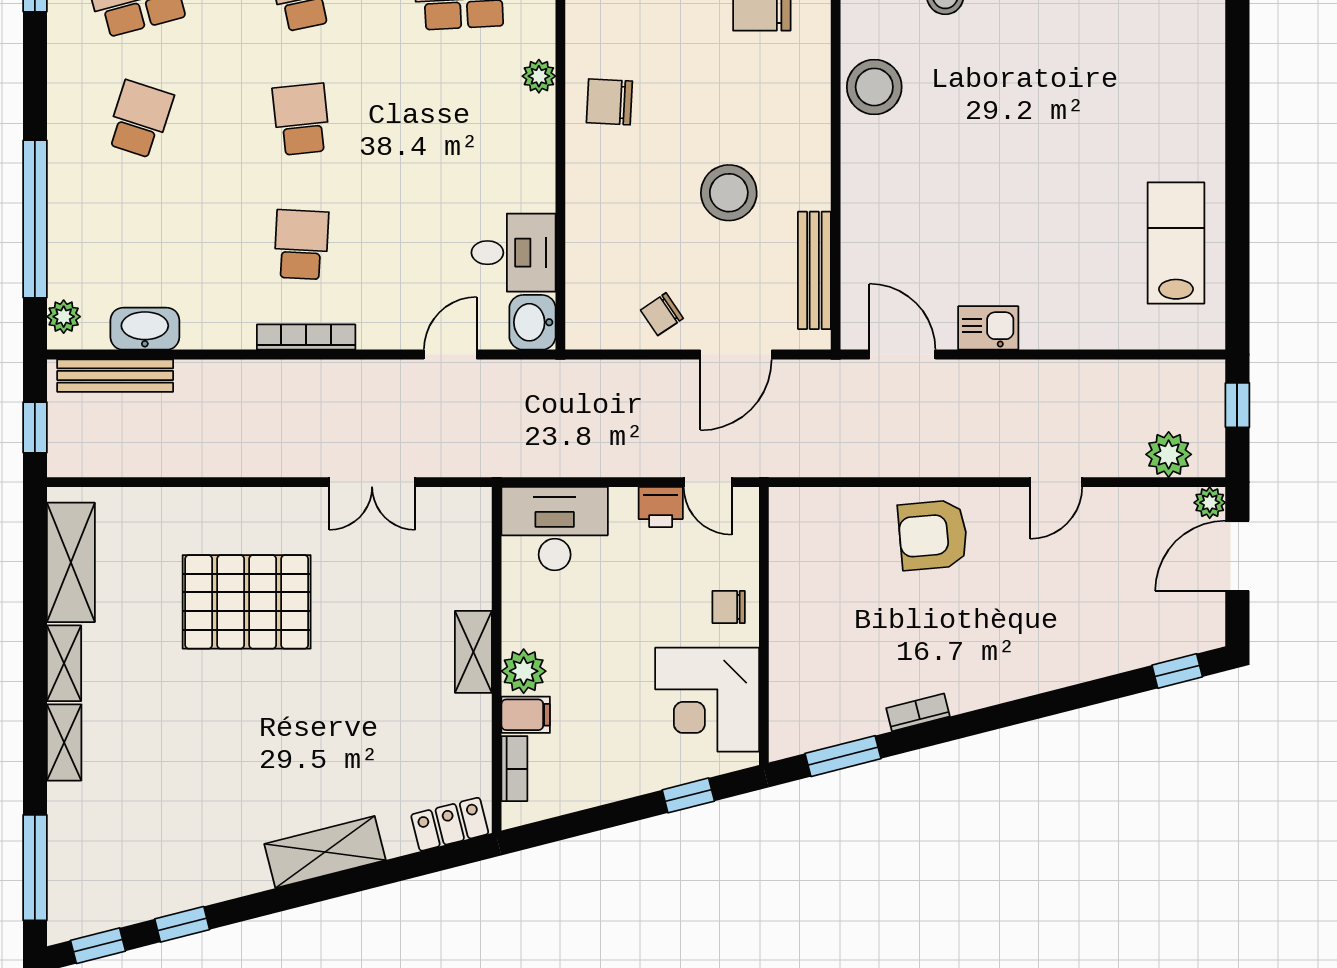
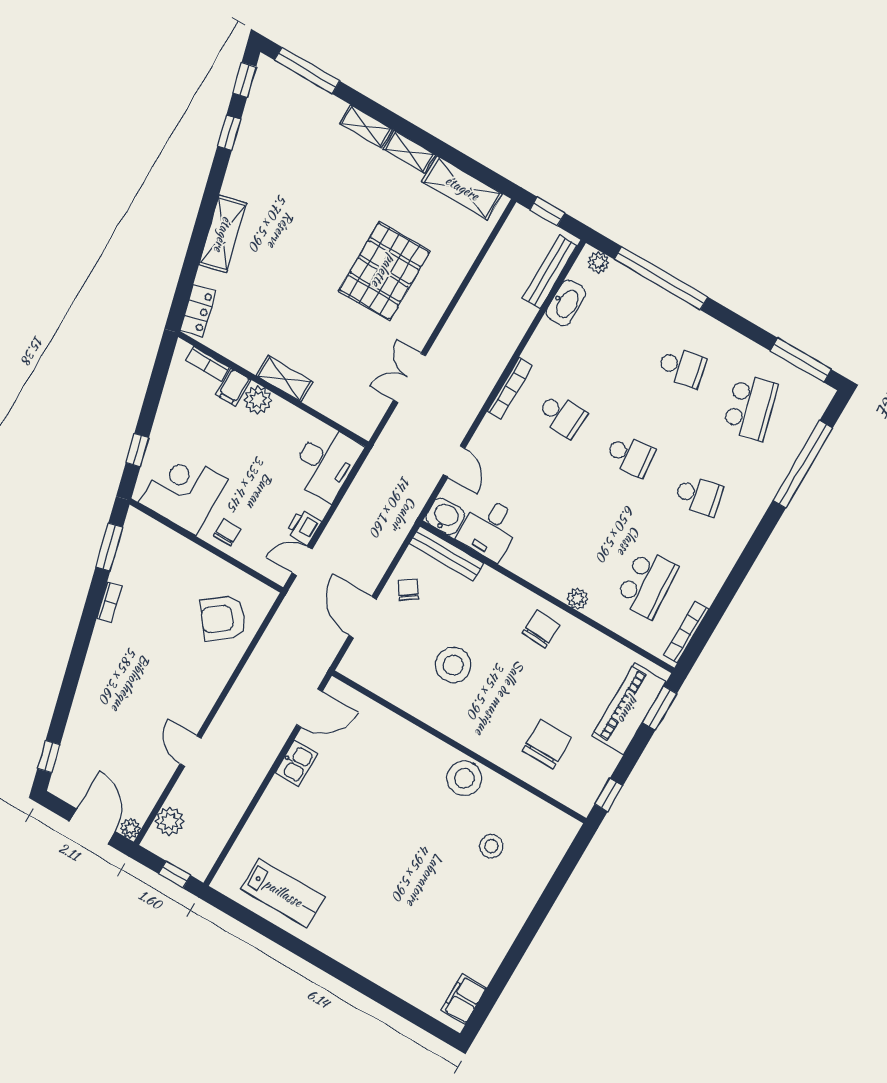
school desk: (140, 119) -> (682, 367), turned -30
bench: (814, 270) -> (447, 553), moved
armchair: (933, 535) -> (223, 618), moved, turned -122

